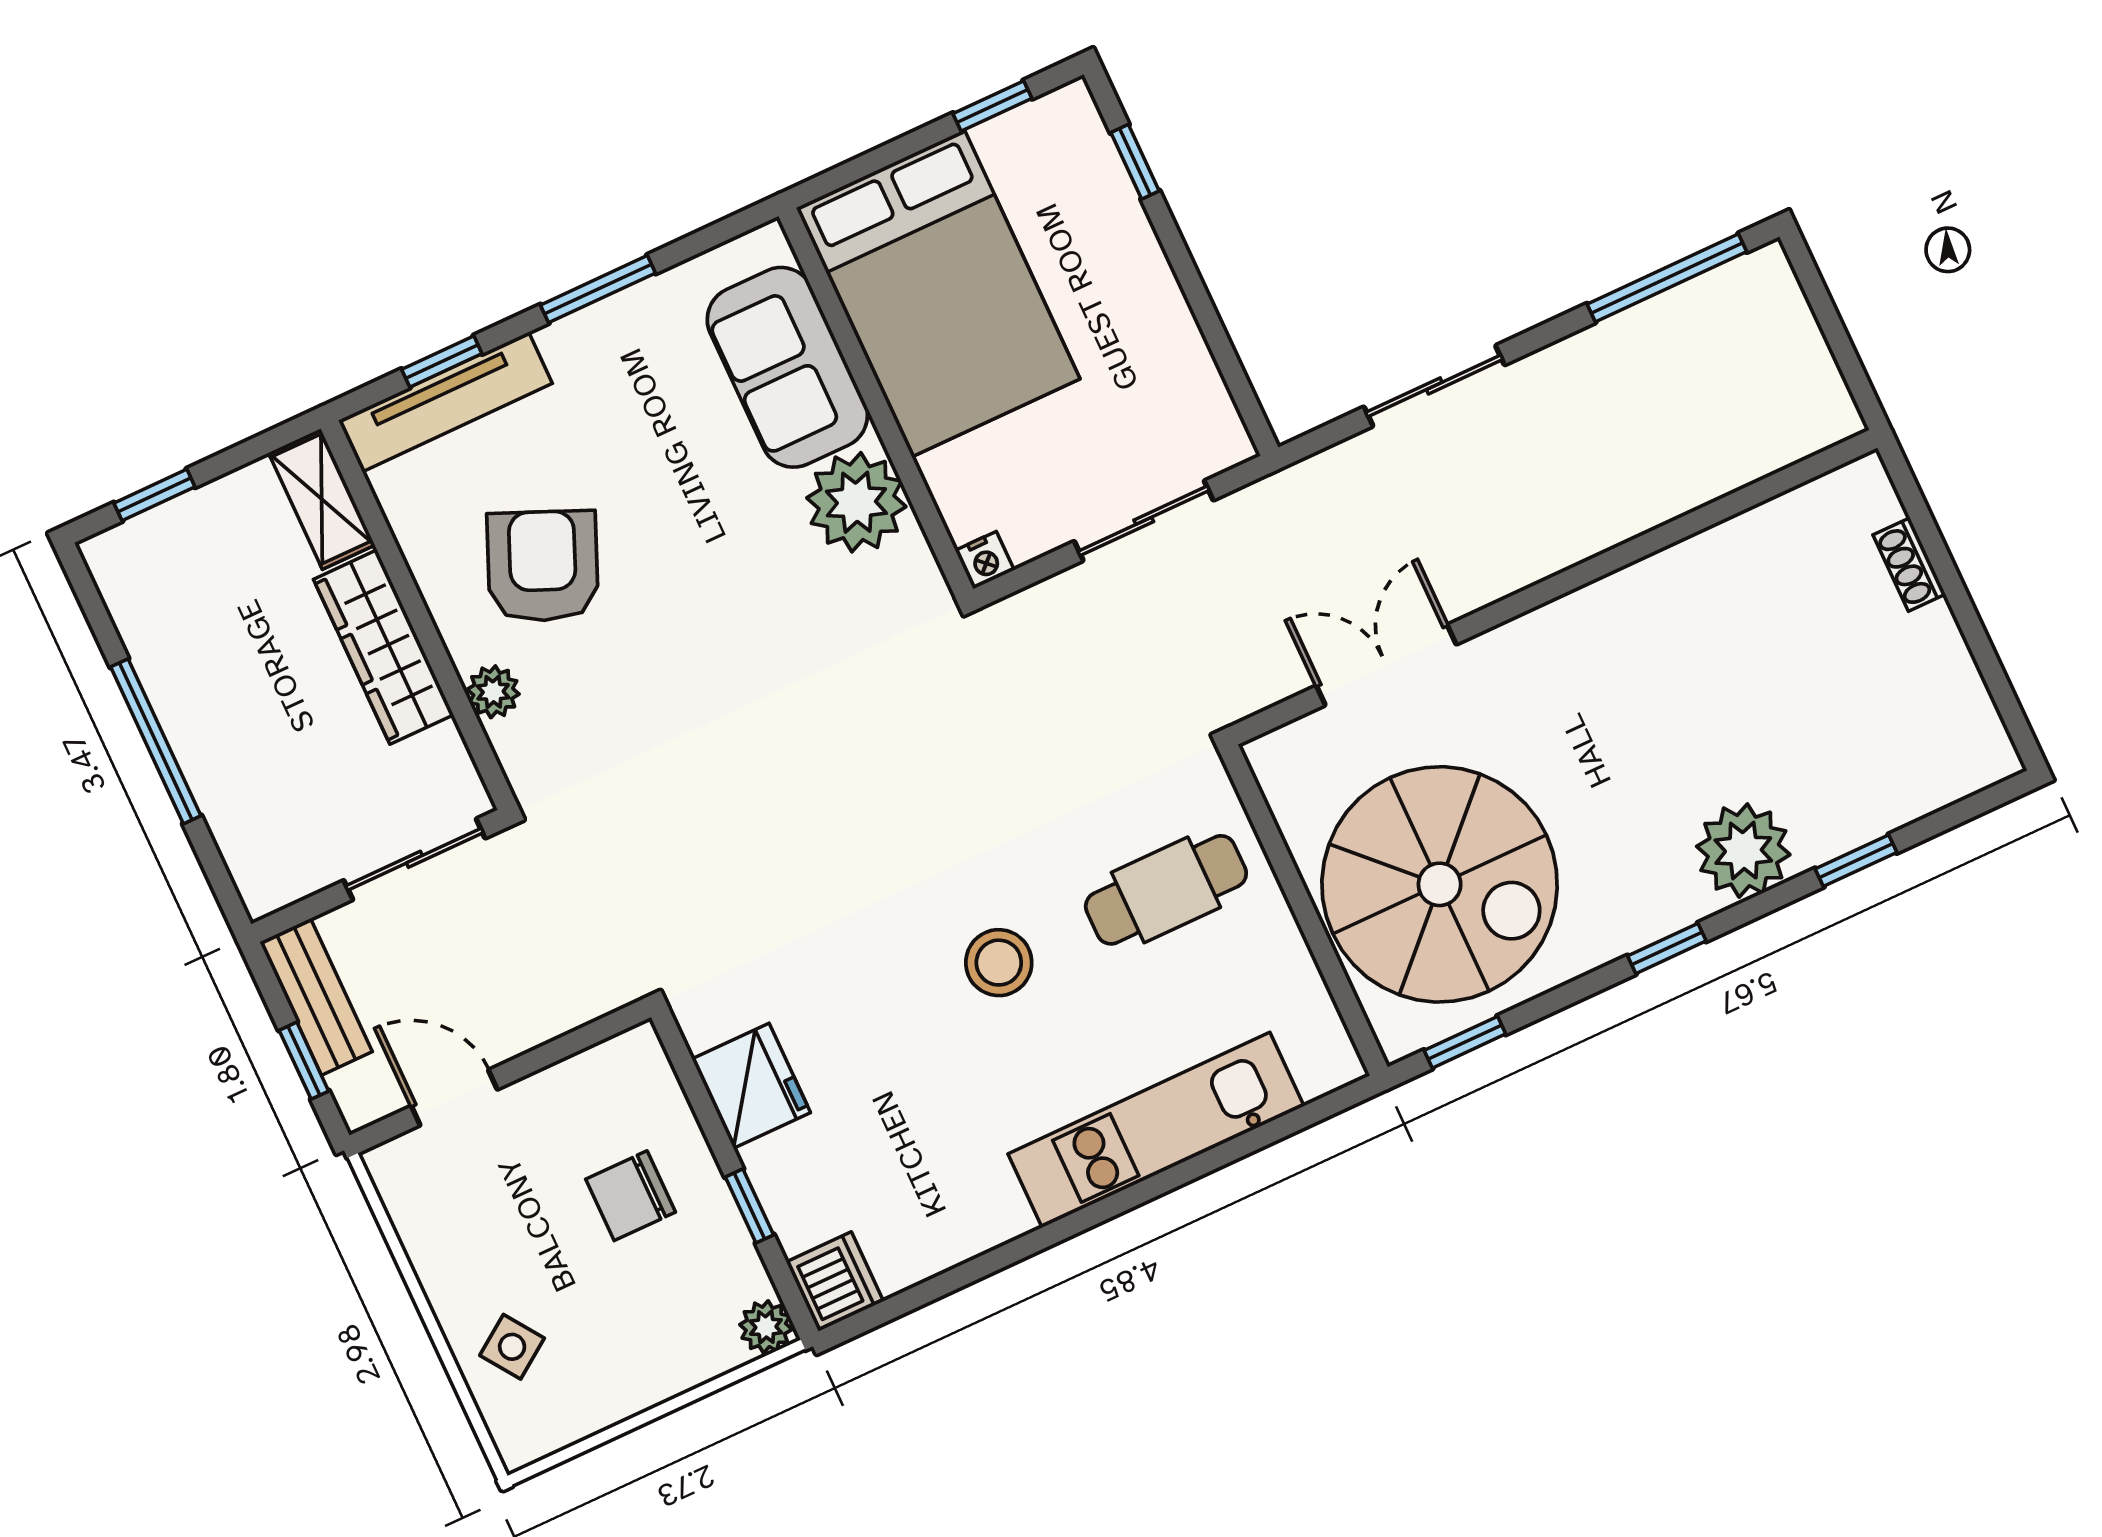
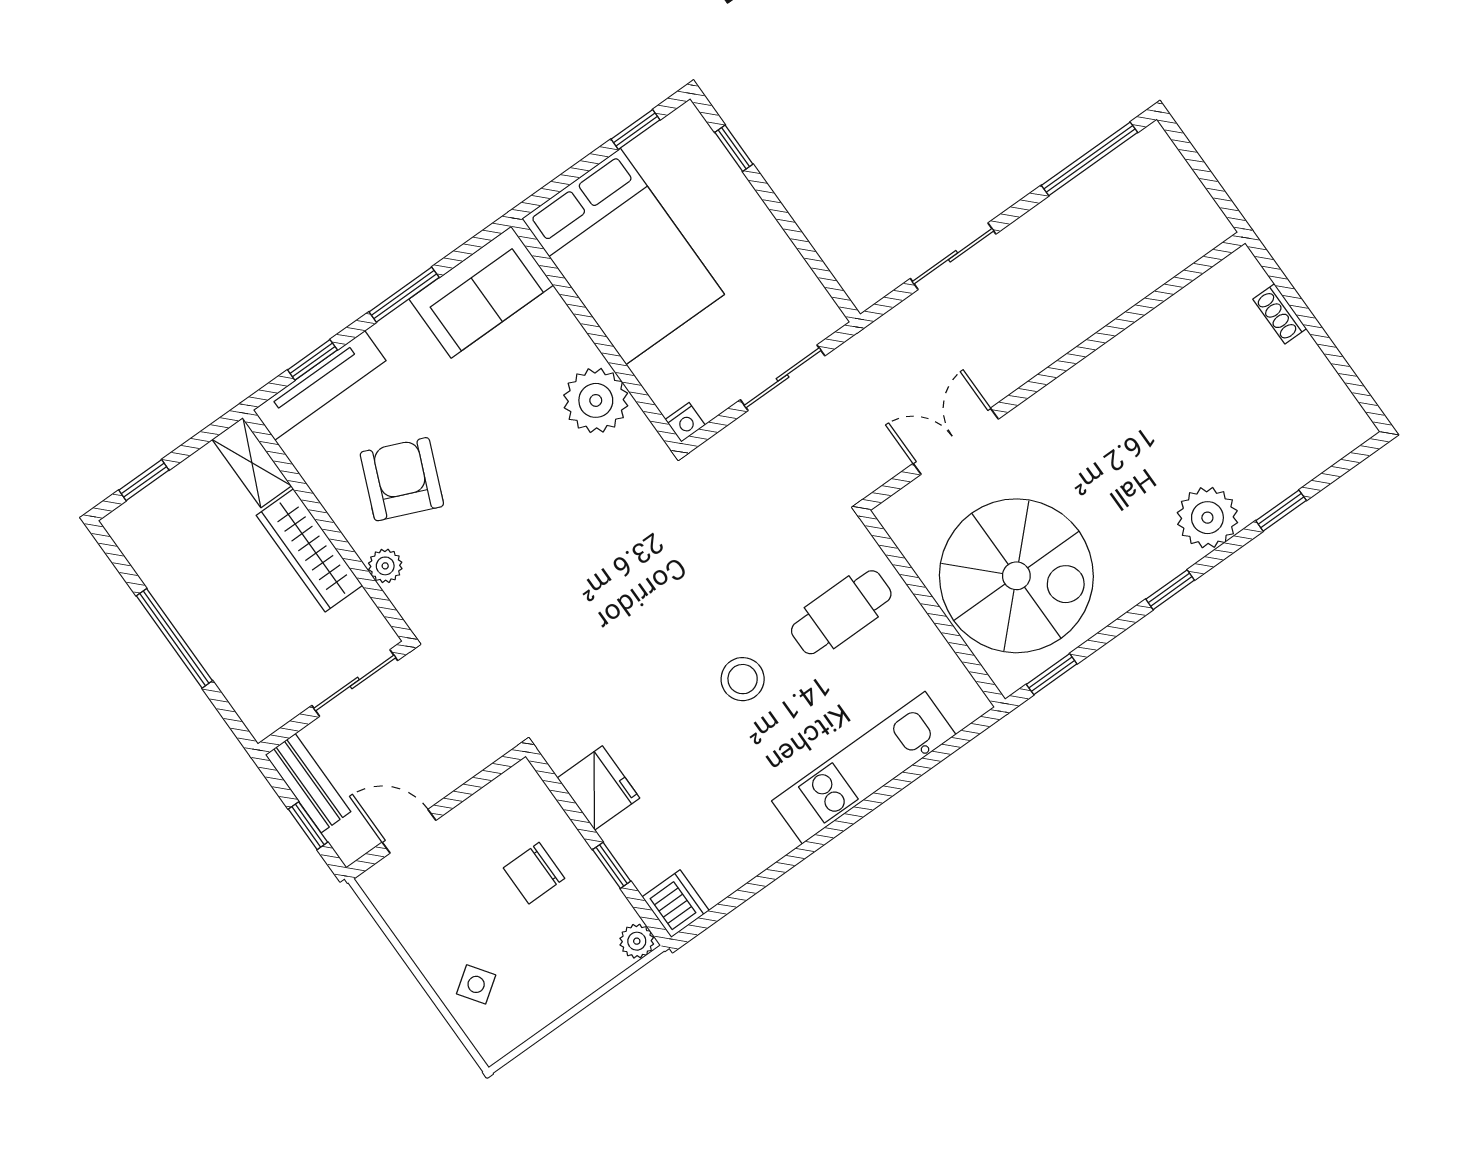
sofa: (787, 367) -> (481, 292), moved, turned -90

